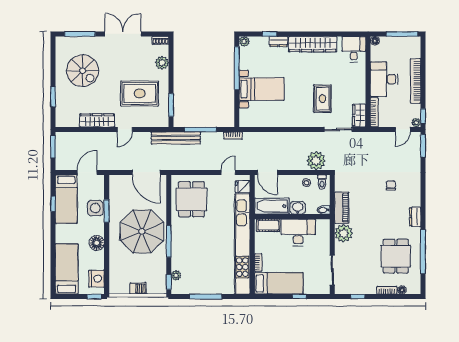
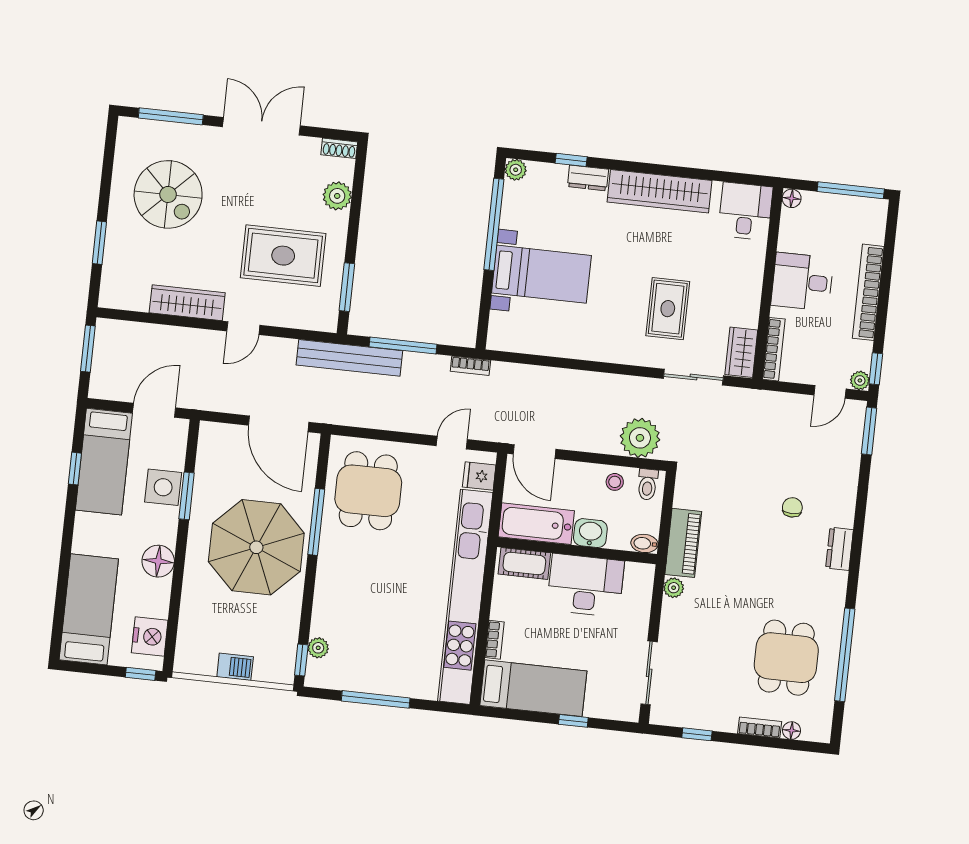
desk: (384, 79) -> (802, 282), width x0.73
dresser: (415, 217) -> (839, 549), moved
plant: (344, 233) -> (674, 588), width x0.53, depth x0.53
window: (169, 241) -> (316, 522), moved

